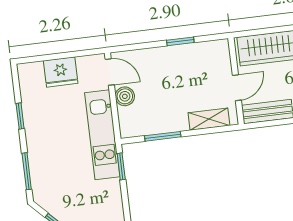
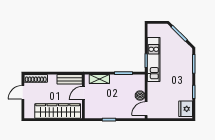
fridge: (61, 72) -> (186, 109), moved, turned -90
door: (110, 72) -> (146, 109), hinge flipped
kitchen unit: (102, 135) -> (154, 59), moved

